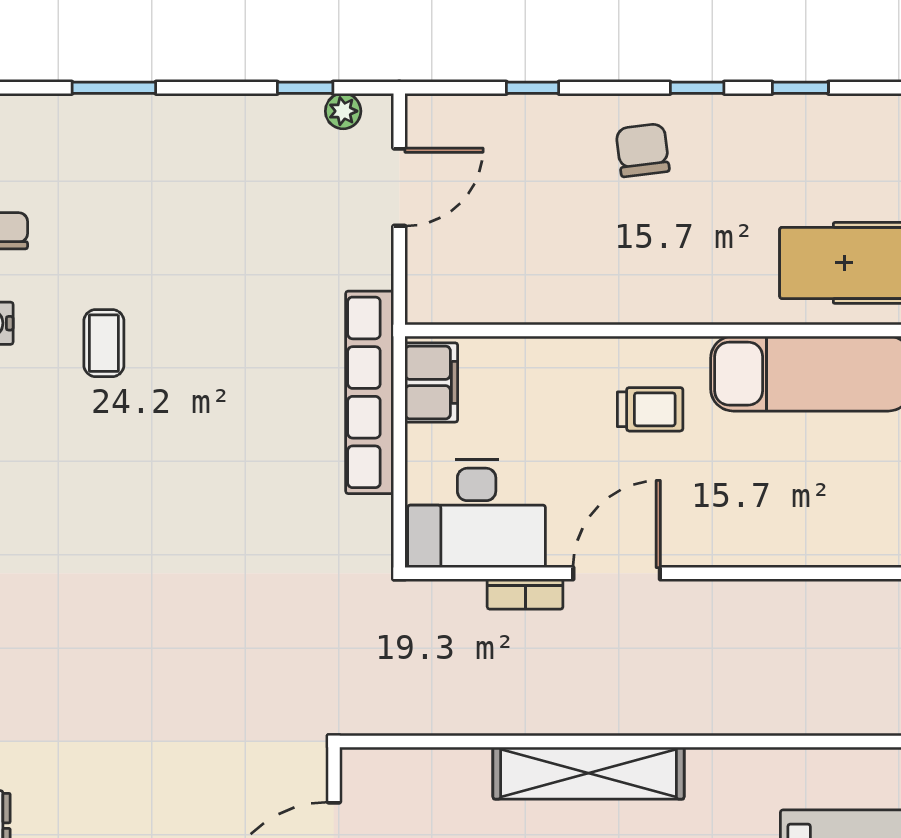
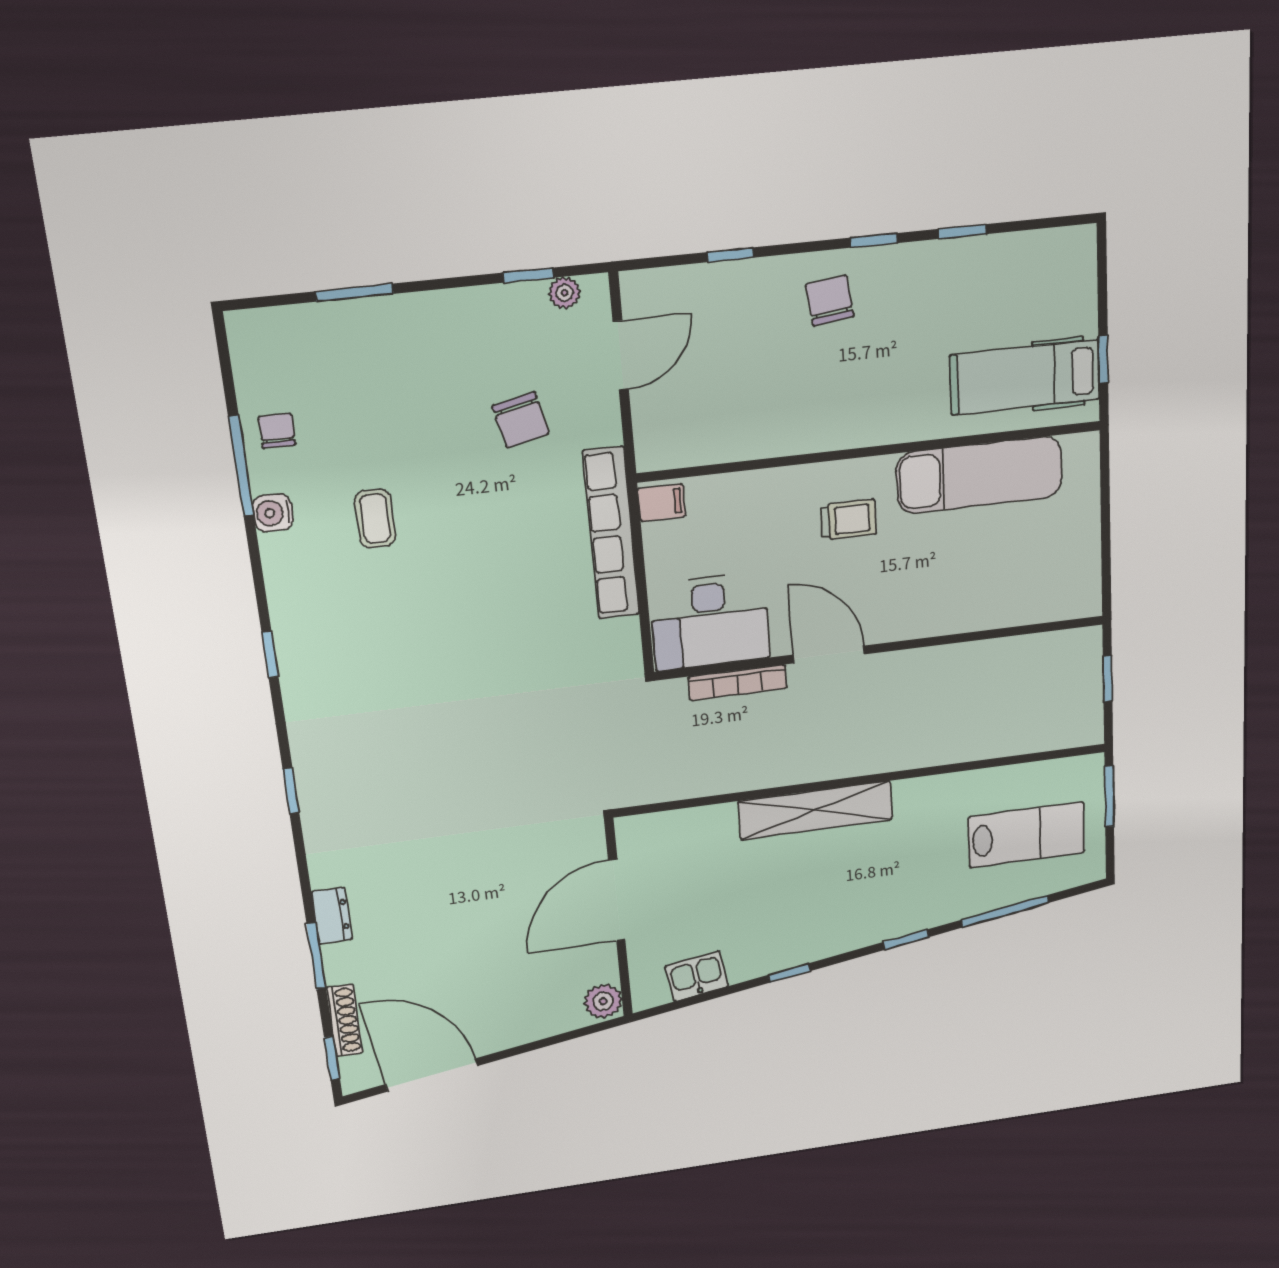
chair: (280, 248) -> (521, 420), added
filing cabinet: (431, 382) -> (662, 502), width x0.50
door: (617, 573) -> (829, 654), hinge flipped
bookcase: (525, 594) -> (737, 682), width x1.56

